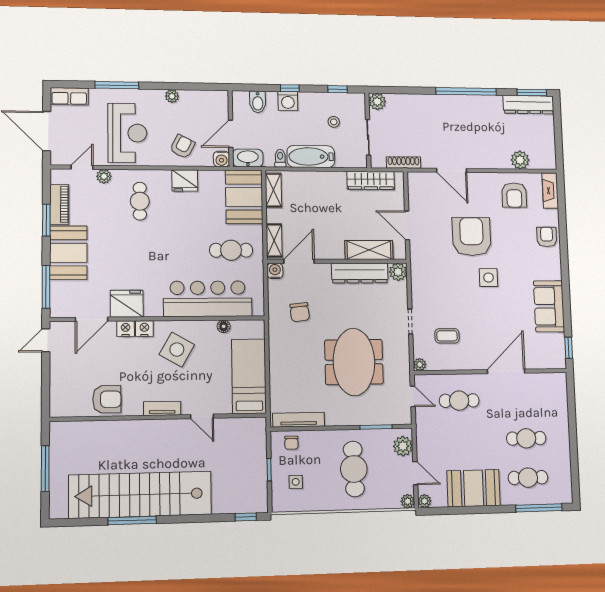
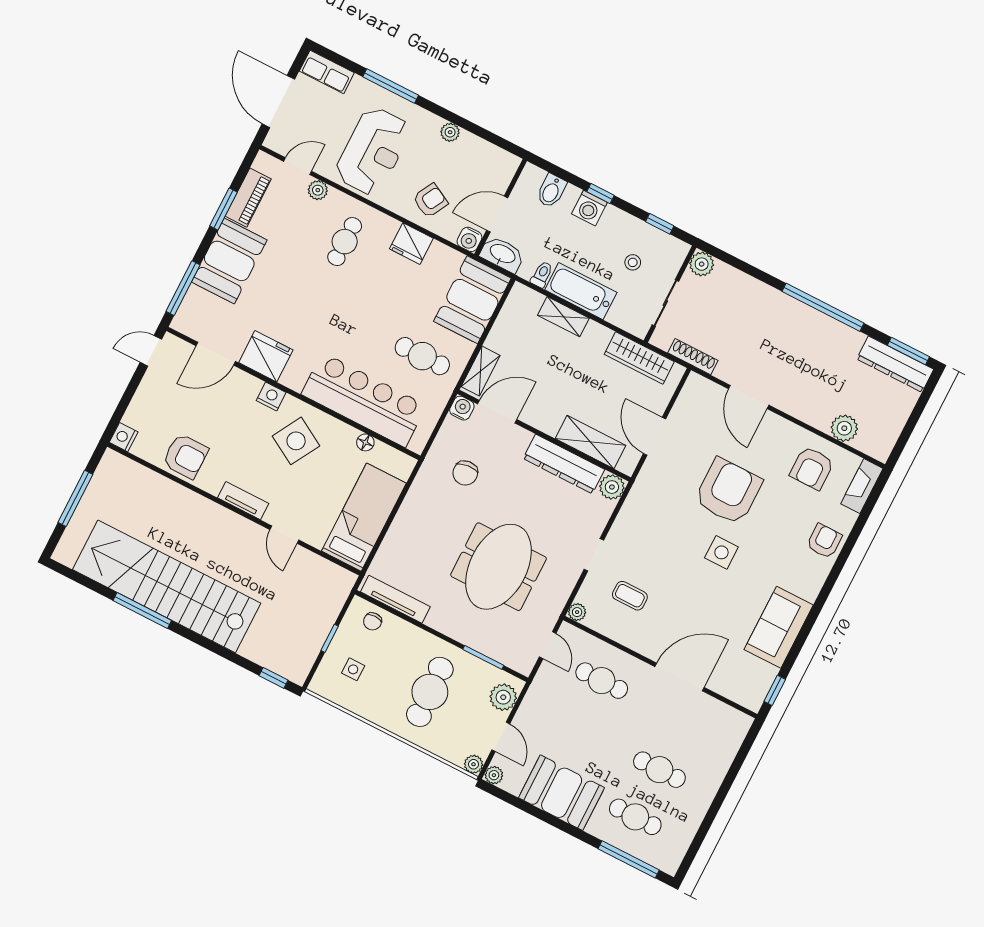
shelving: (273, 190) -> (563, 317), moved, turned 90
nightstand: (126, 329) -> (124, 437), moved, turned -90

